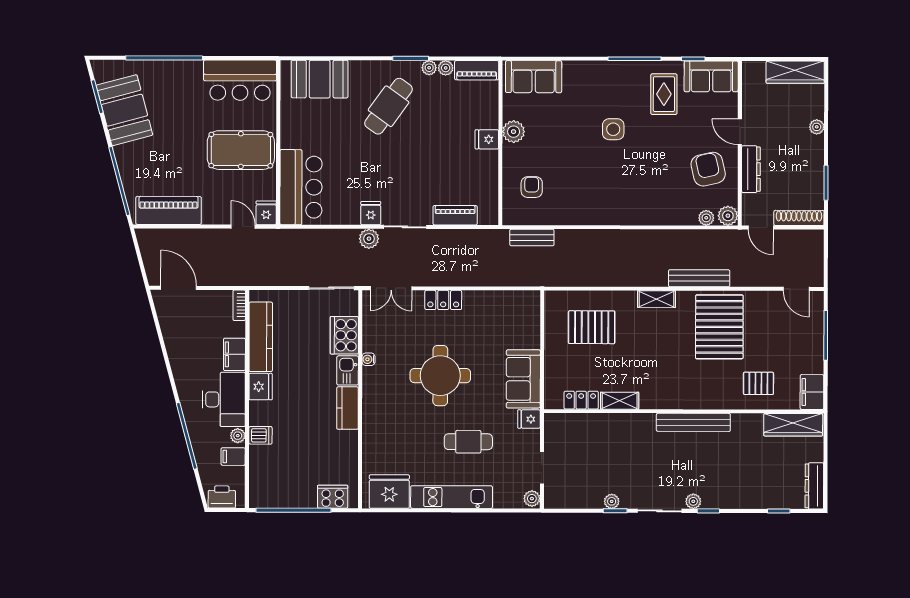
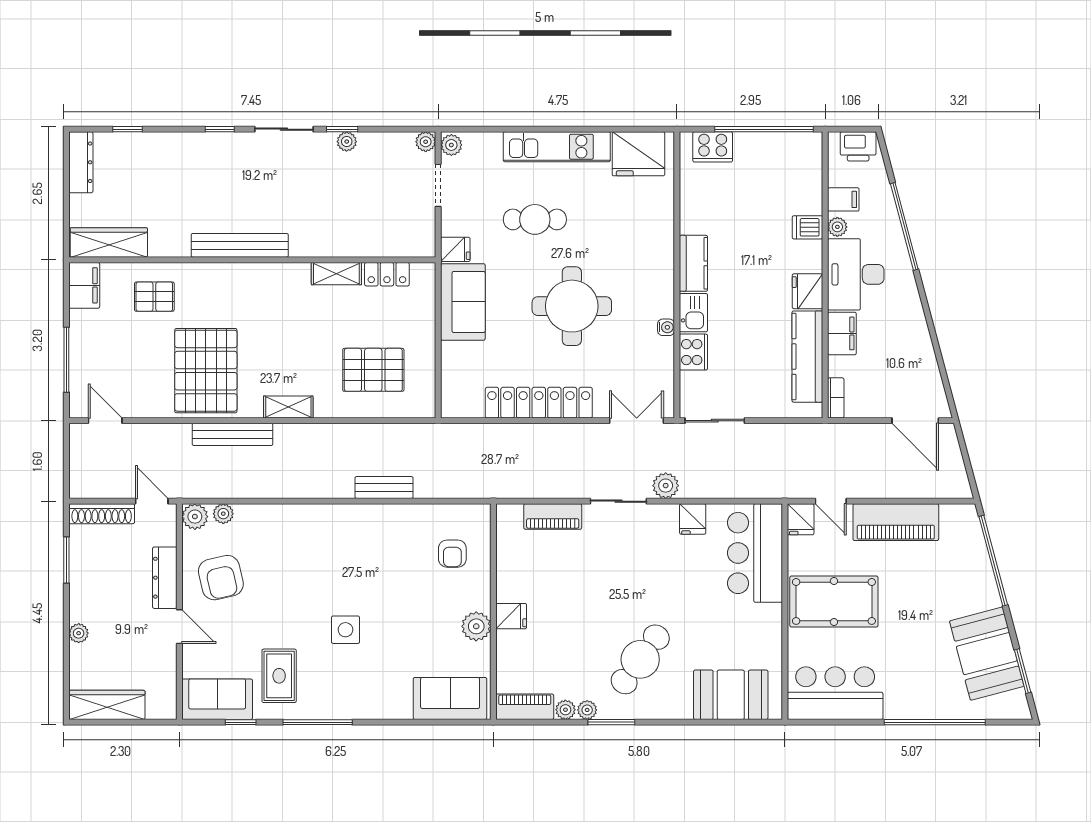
piano: (169, 210) -> (896, 522), moved
fridge: (371, 213) -> (693, 519), moved
bench: (532, 237) -> (384, 488), moved
locker: (443, 300) -> (539, 403), width x2.16, depth x1.21
cooker: (344, 335) -> (693, 352), width x0.73, depth x0.76
plant: (693, 501) -> (426, 142), moved

